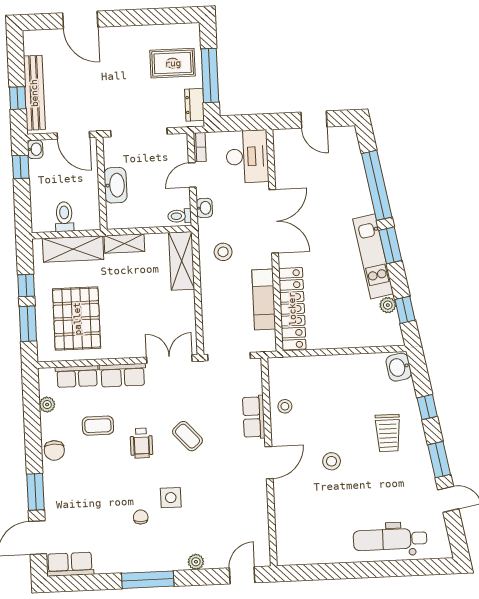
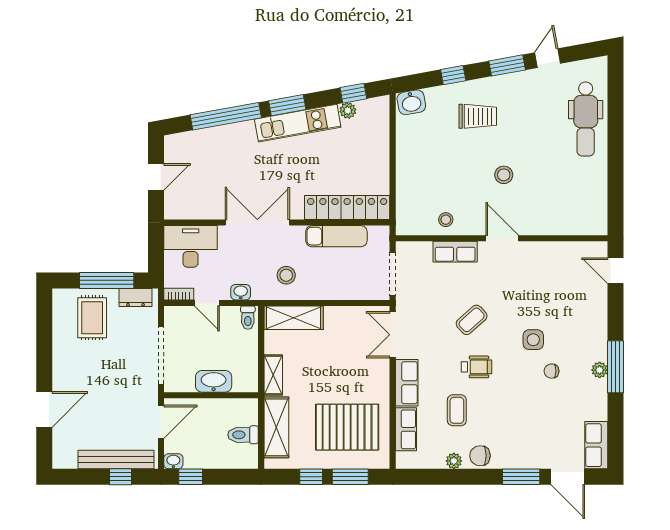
plant: (47, 405) -> (454, 461), moved
chair: (54, 450) -> (480, 456), turned 180
plant: (196, 562) -> (600, 370), moved

